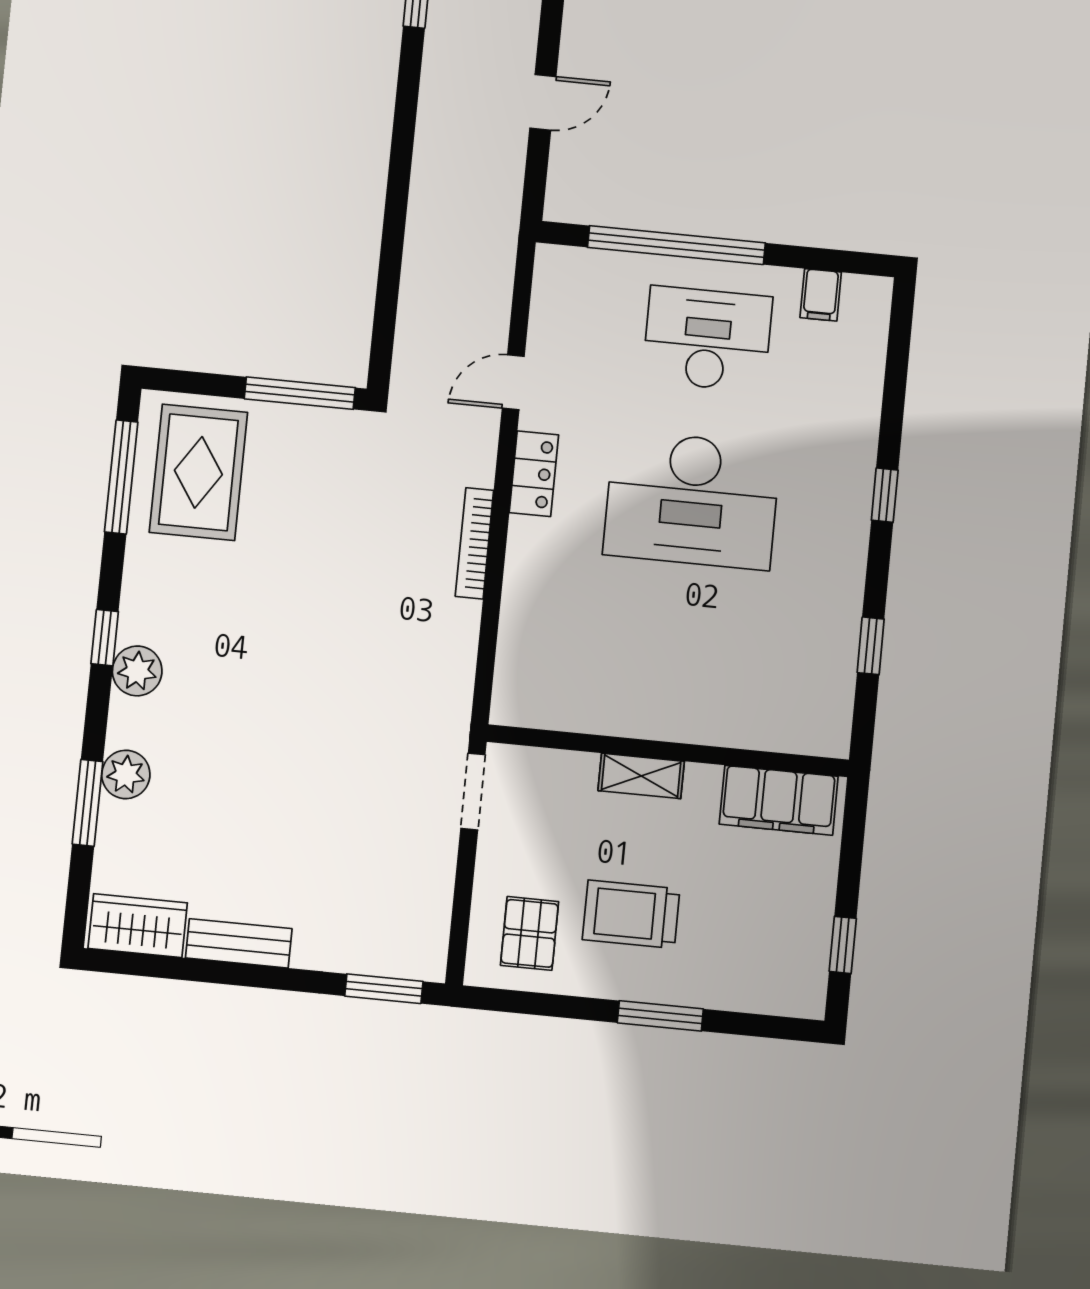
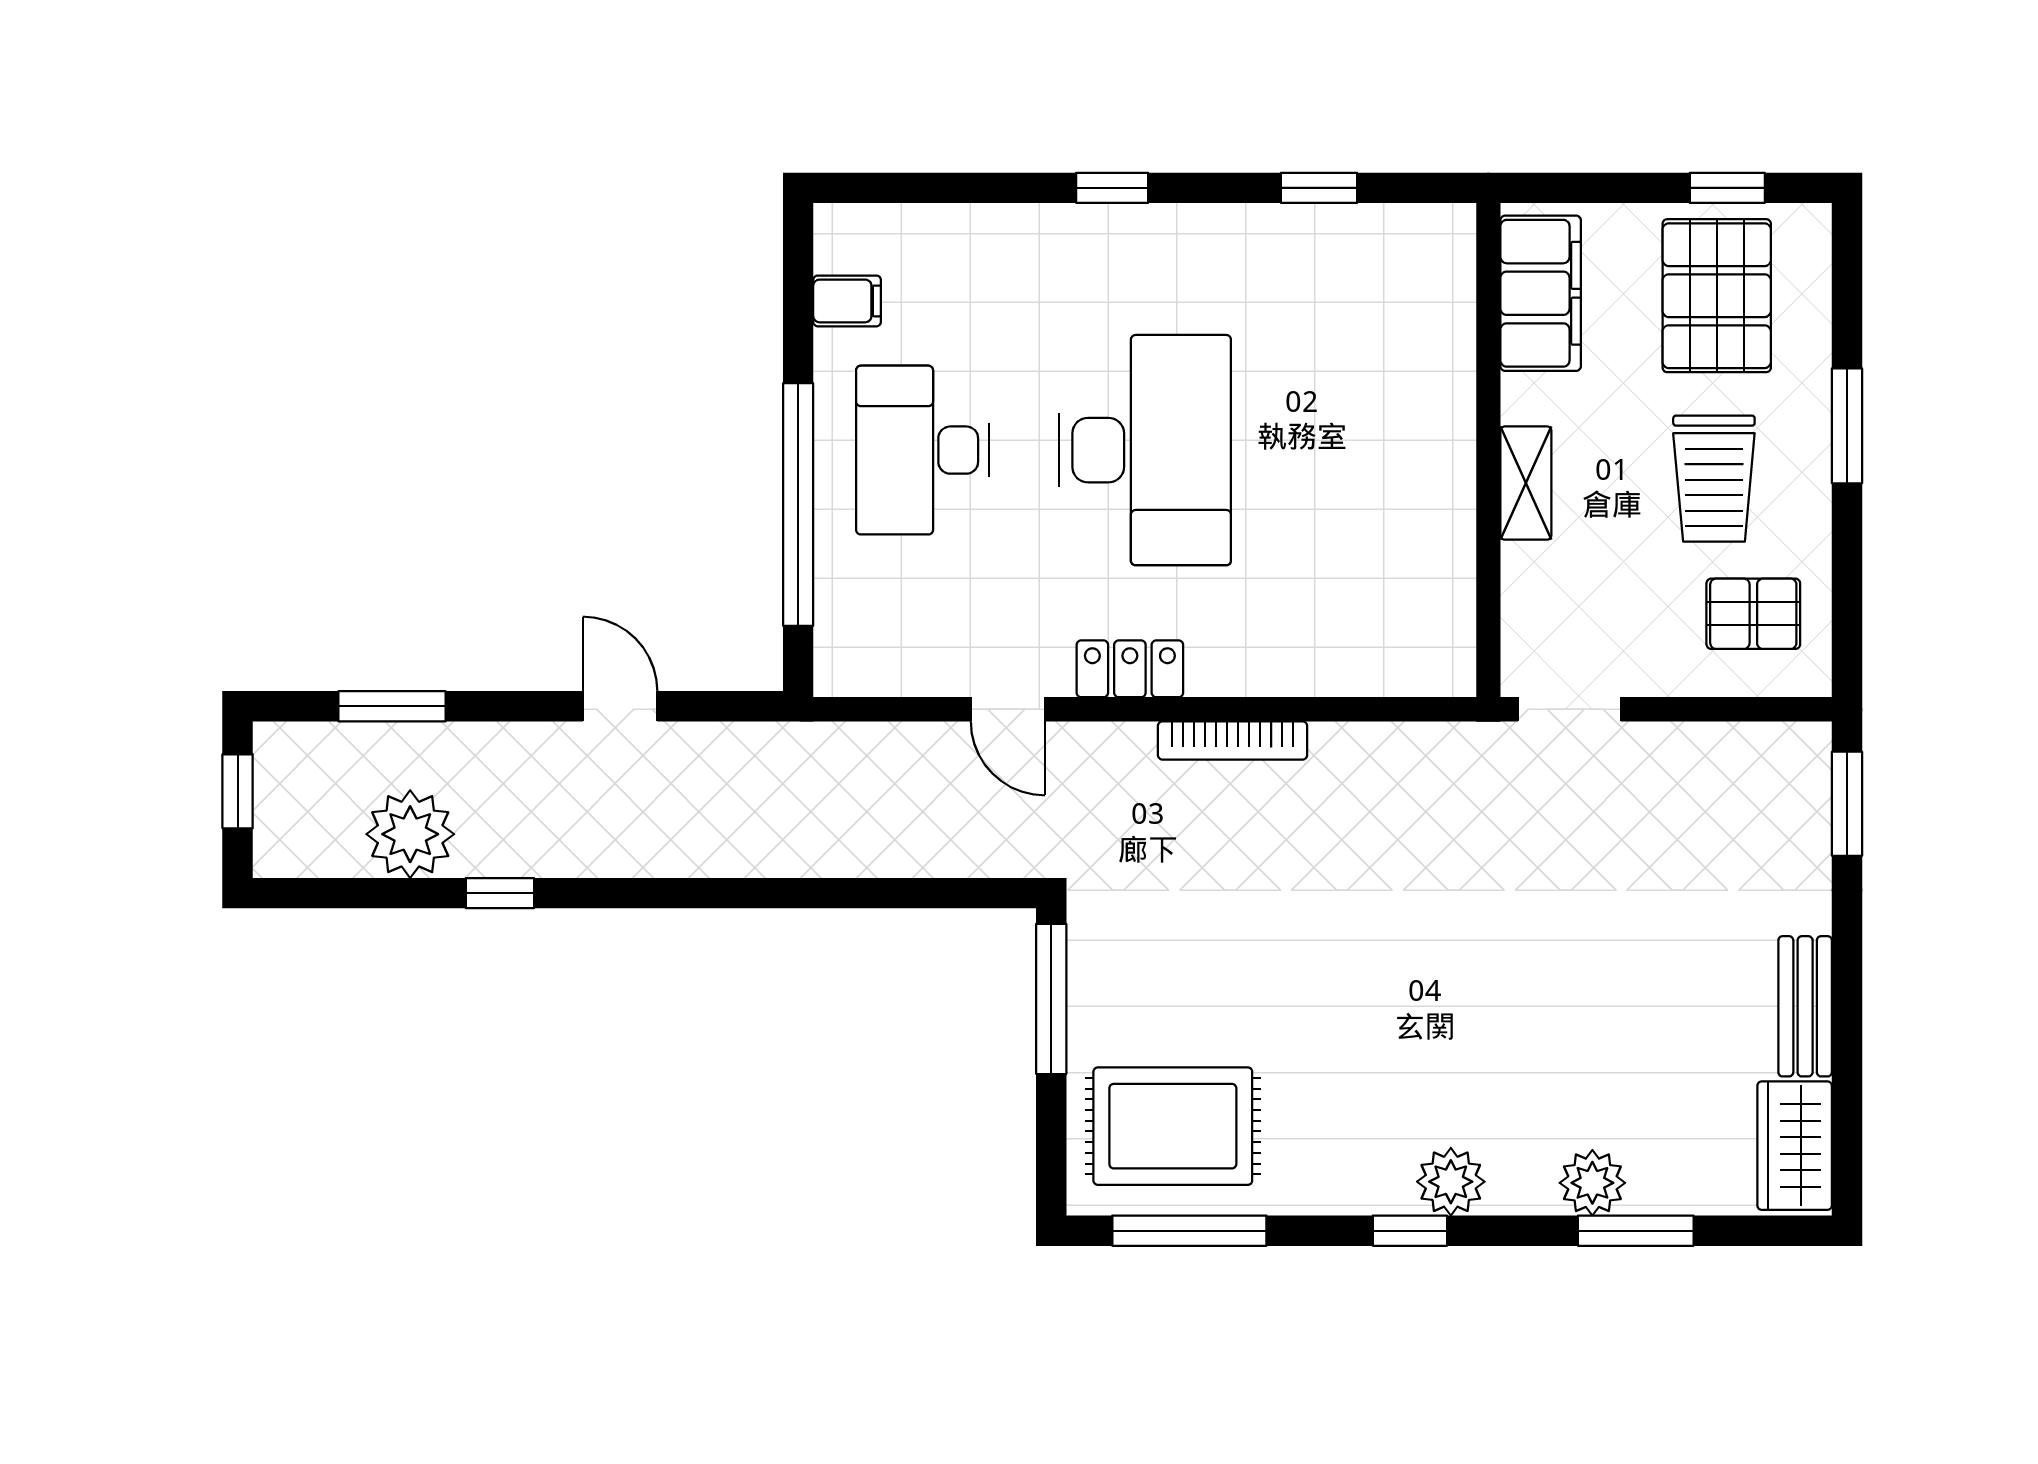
pallet: (765, 929) -> (1717, 296), added

